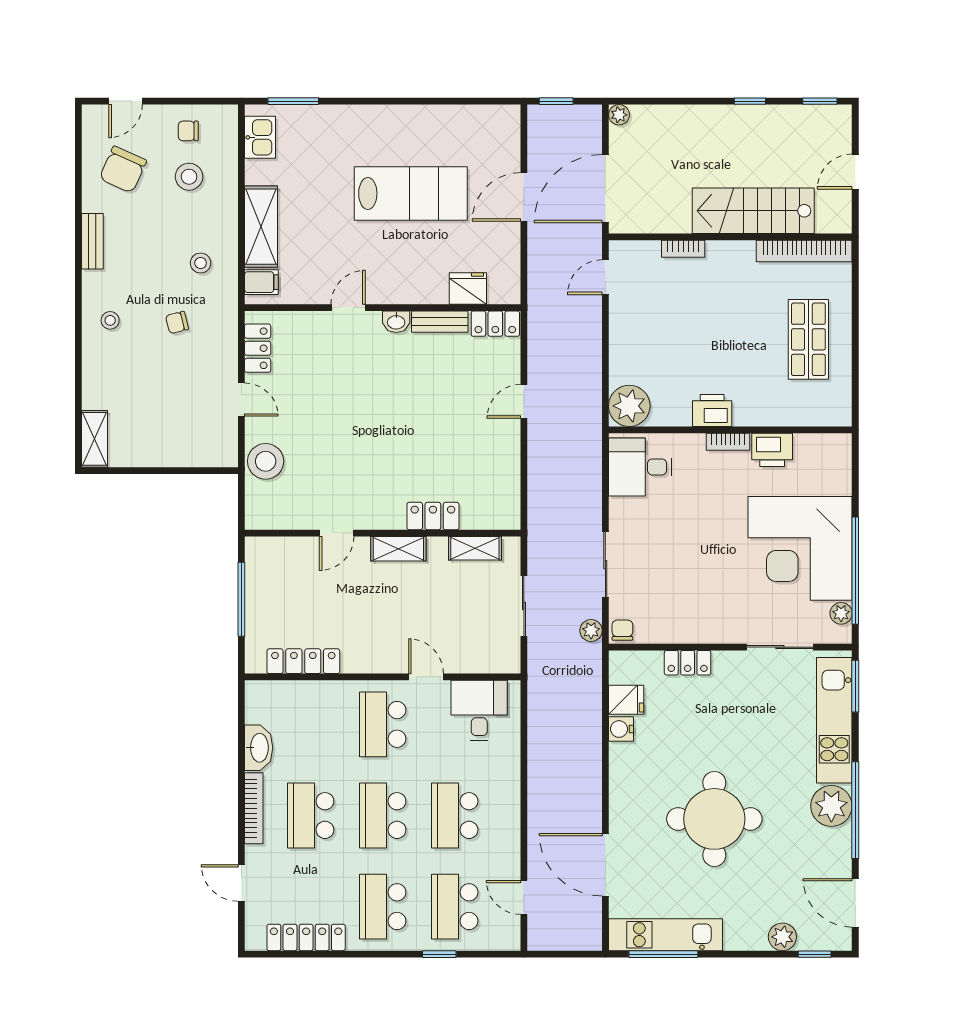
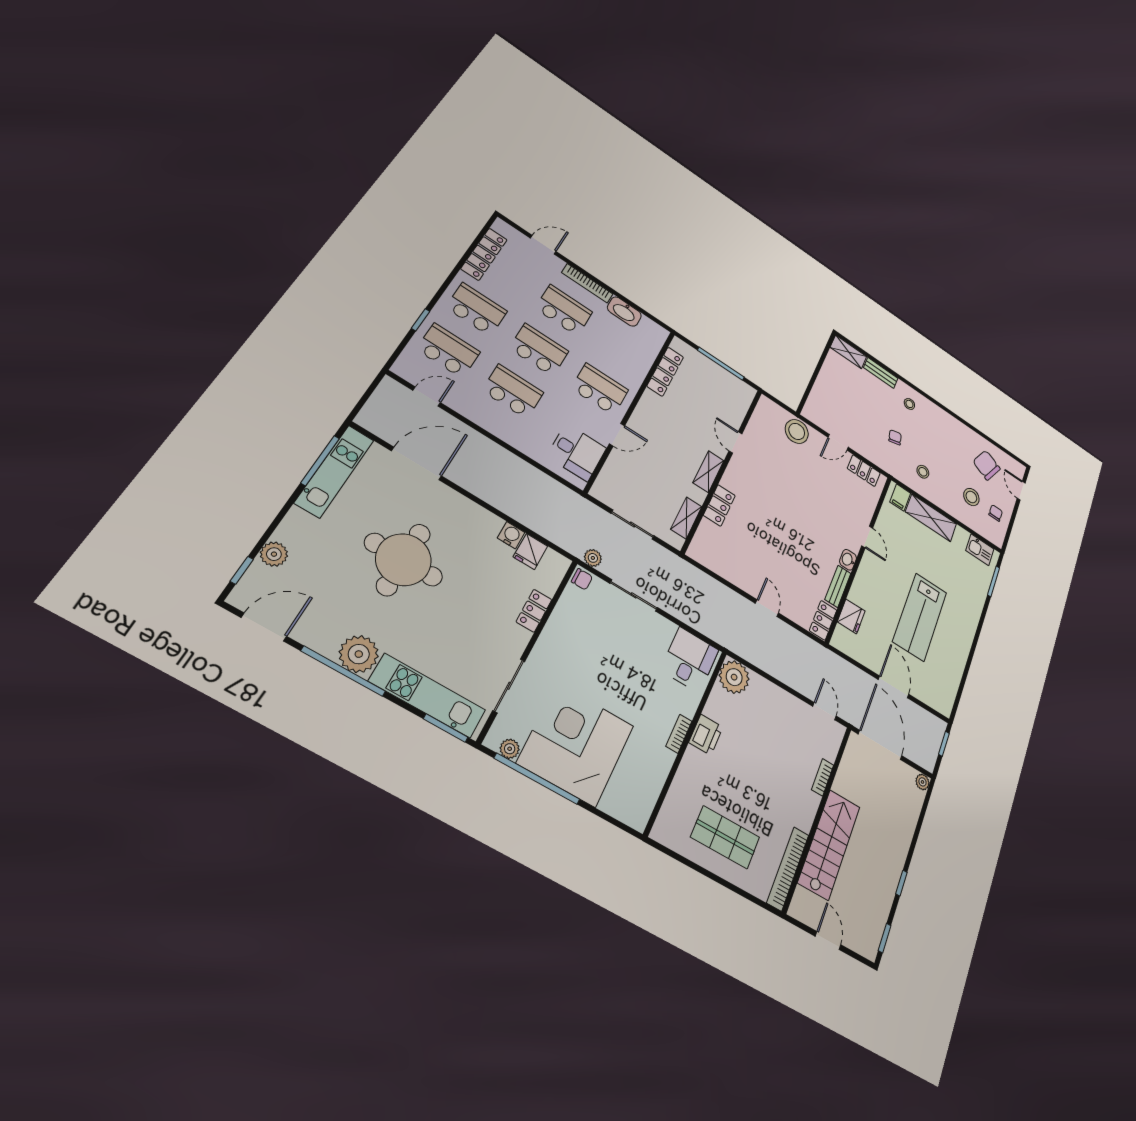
bench: (92, 241) -> (881, 373), moved
printer: (772, 450) -> (658, 764), removed

